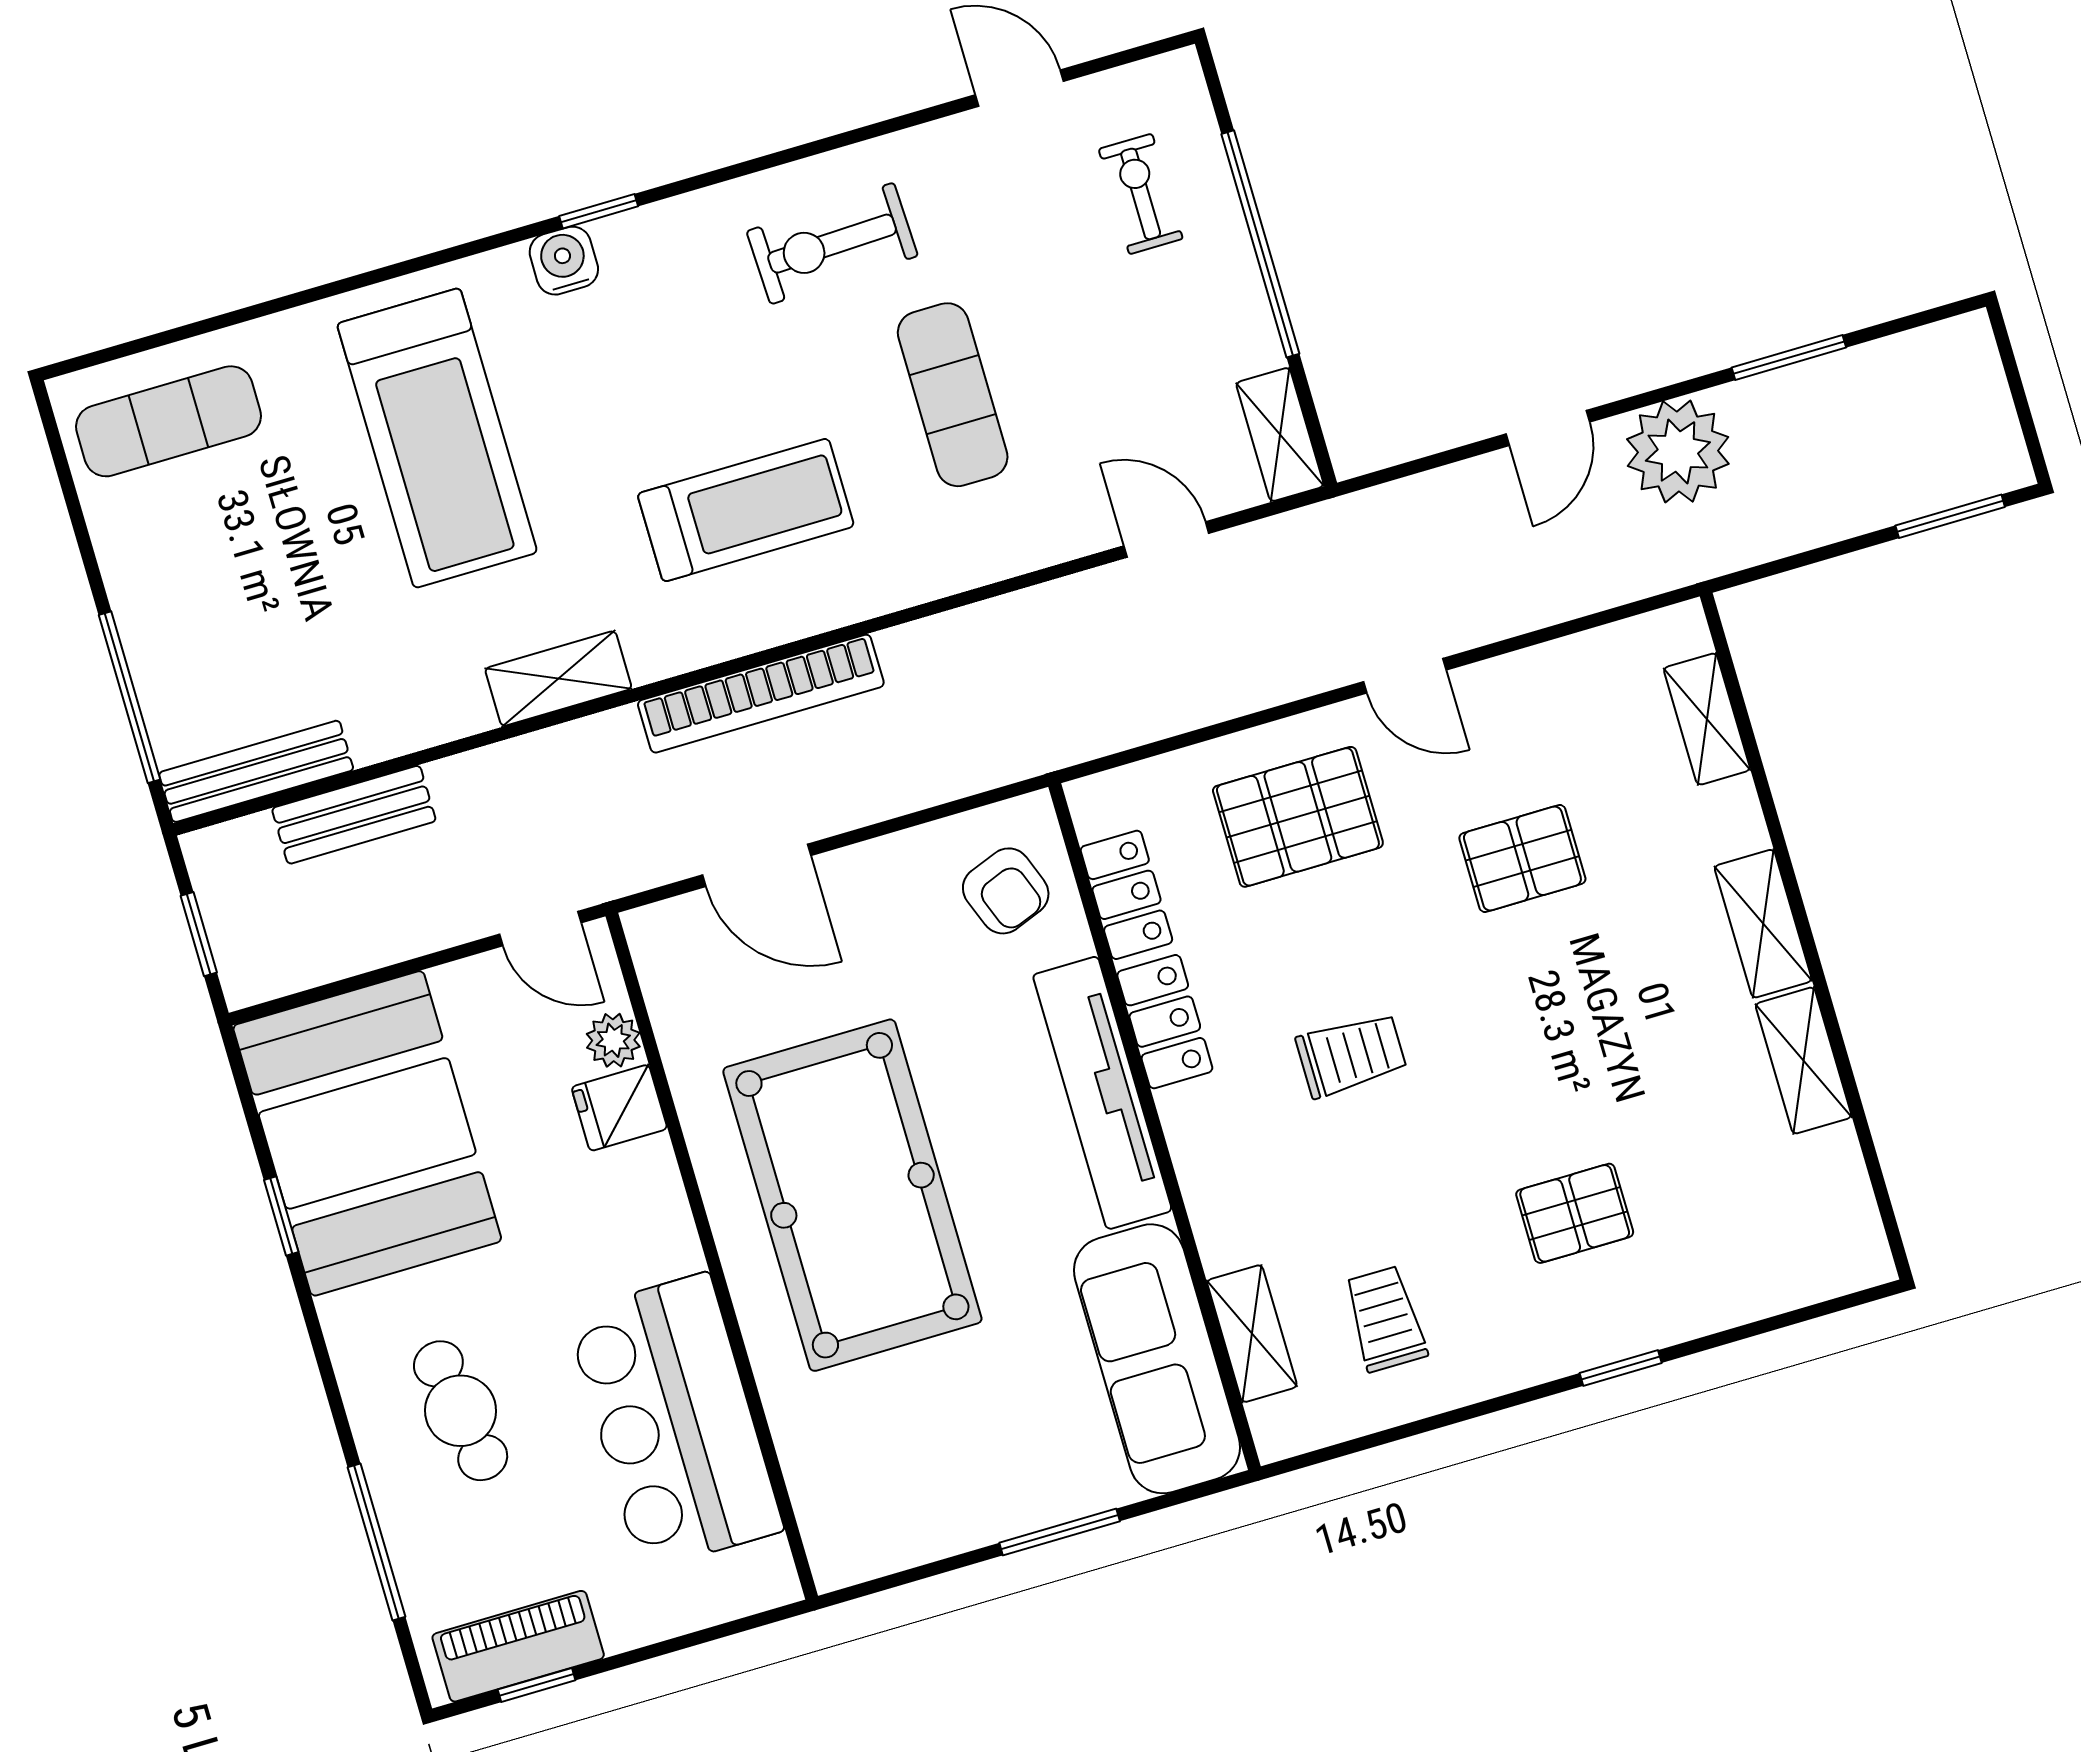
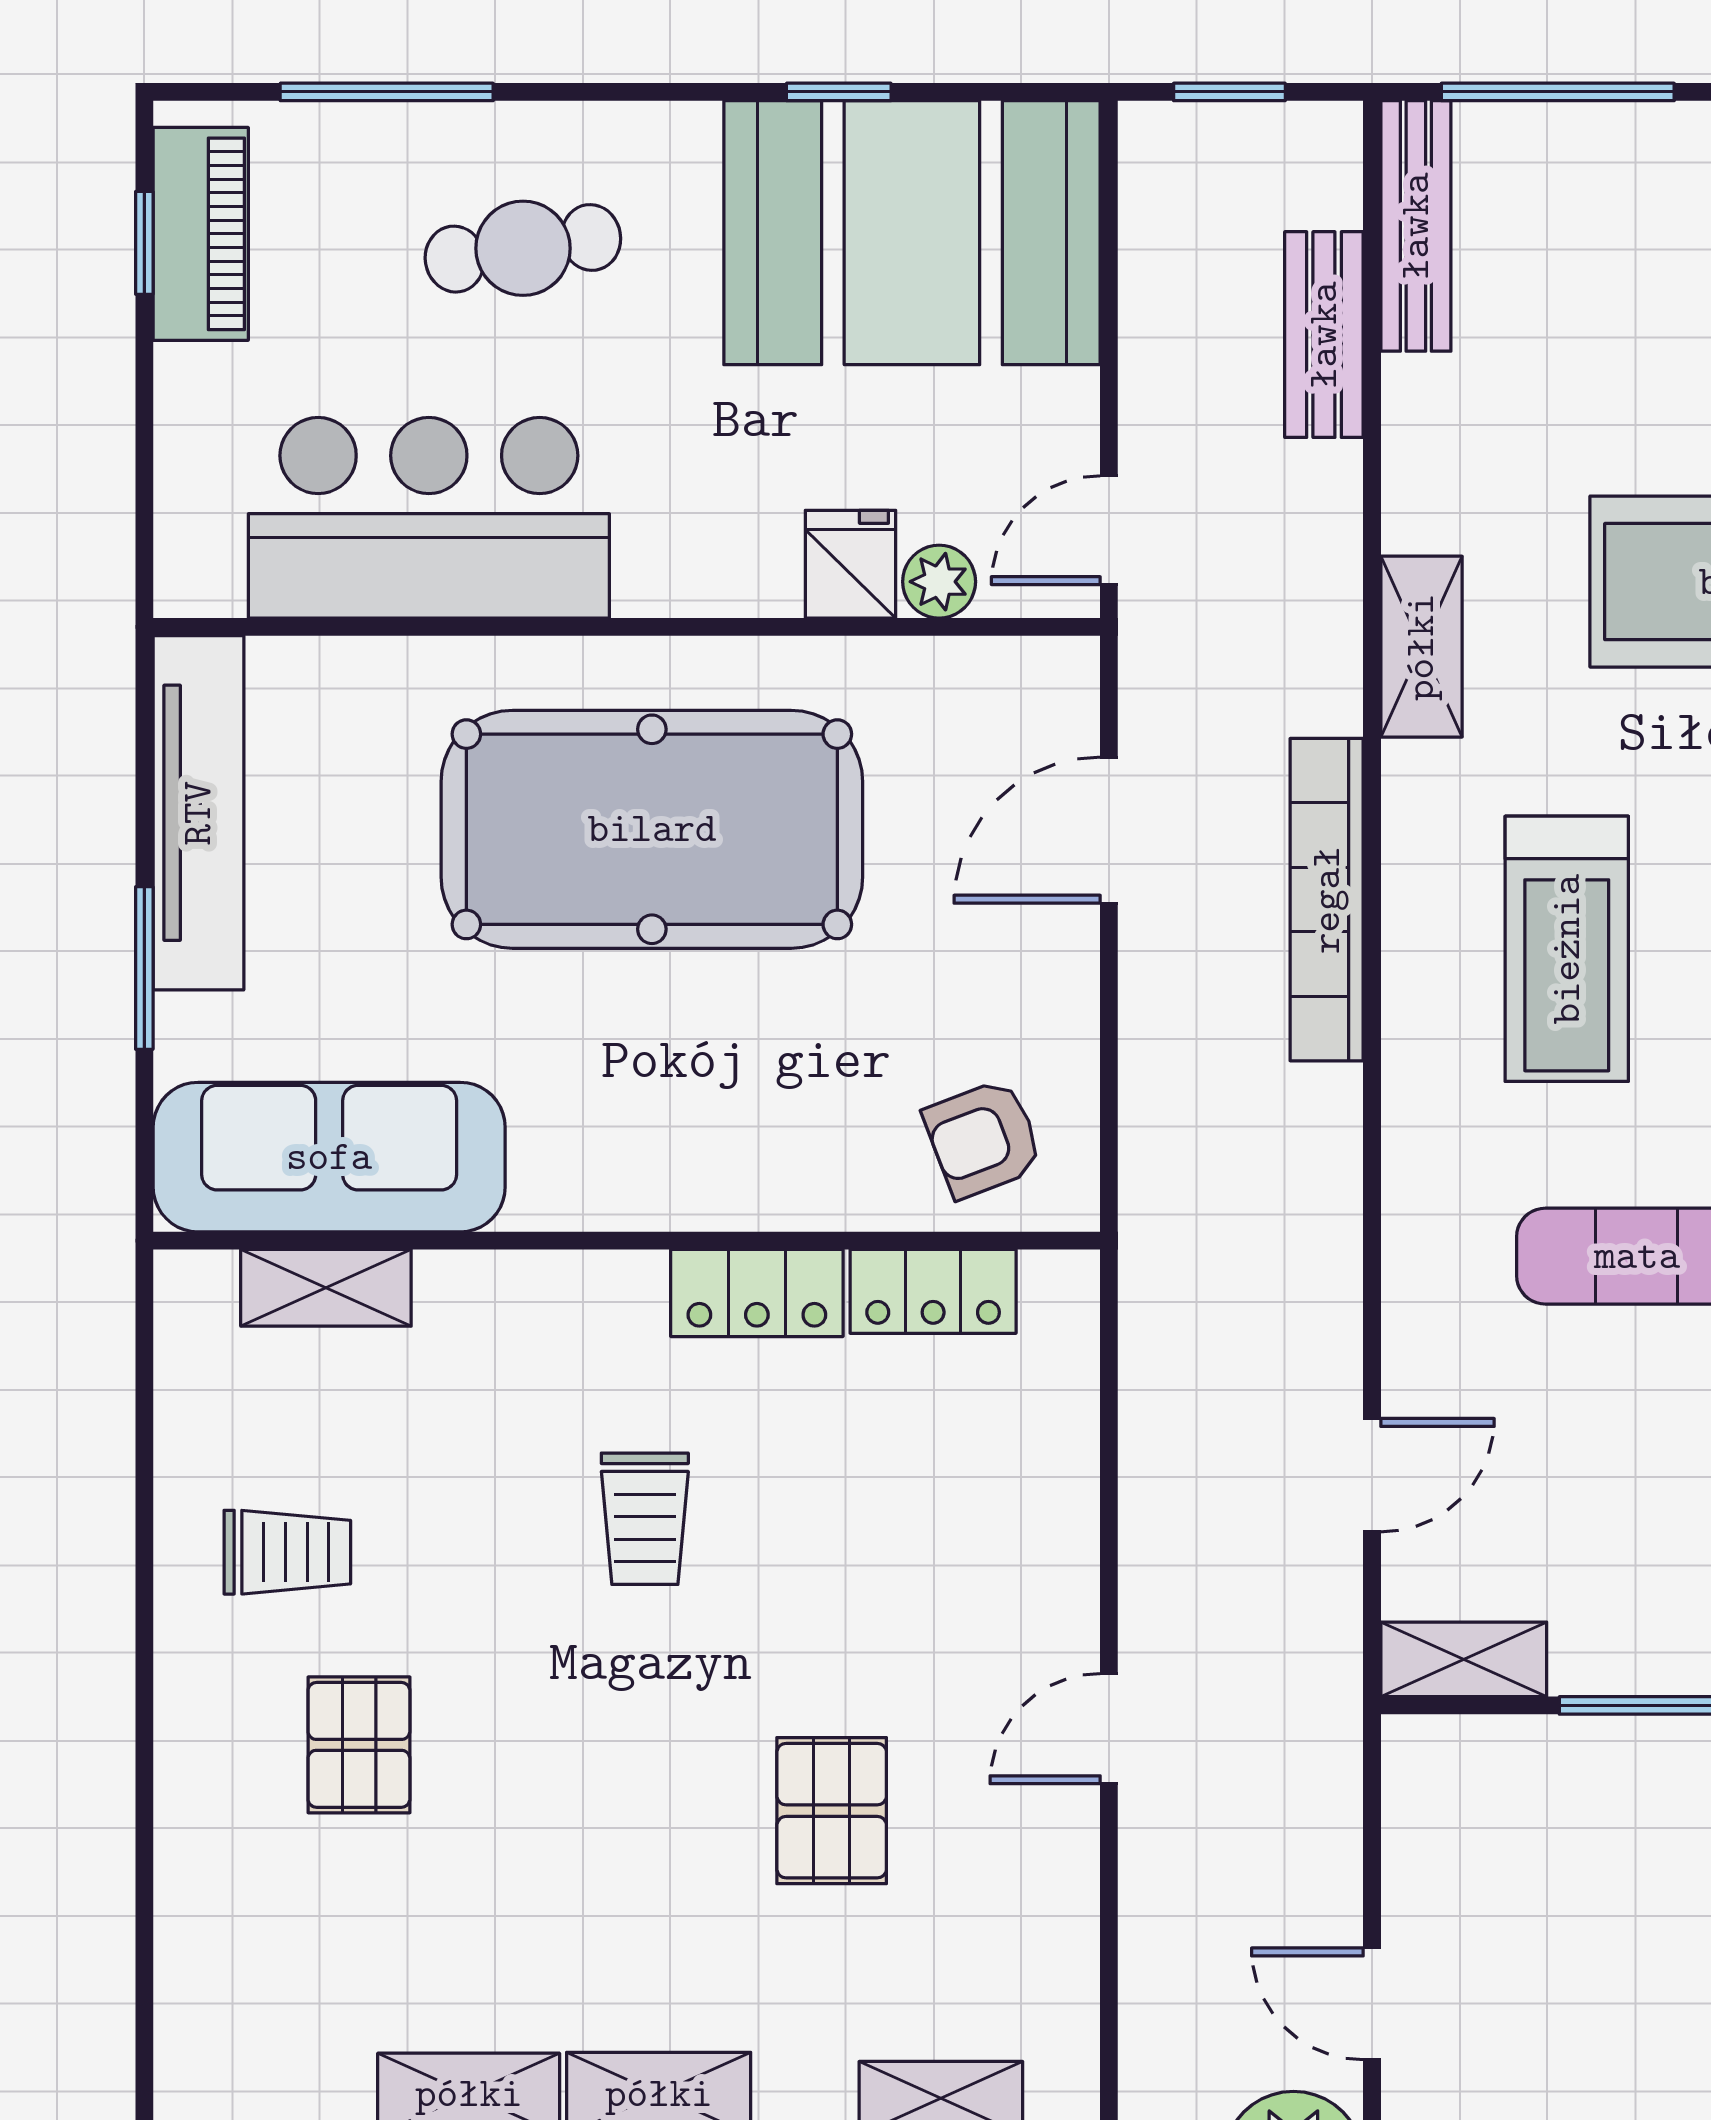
pallet: (1298, 817) -> (969, 1539), removed
tv unit: (1102, 1093) -> (198, 813), moved, turned 90
trolley: (1385, 1319) -> (287, 1552), moved
window: (1621, 1368) -> (144, 1746), removed

